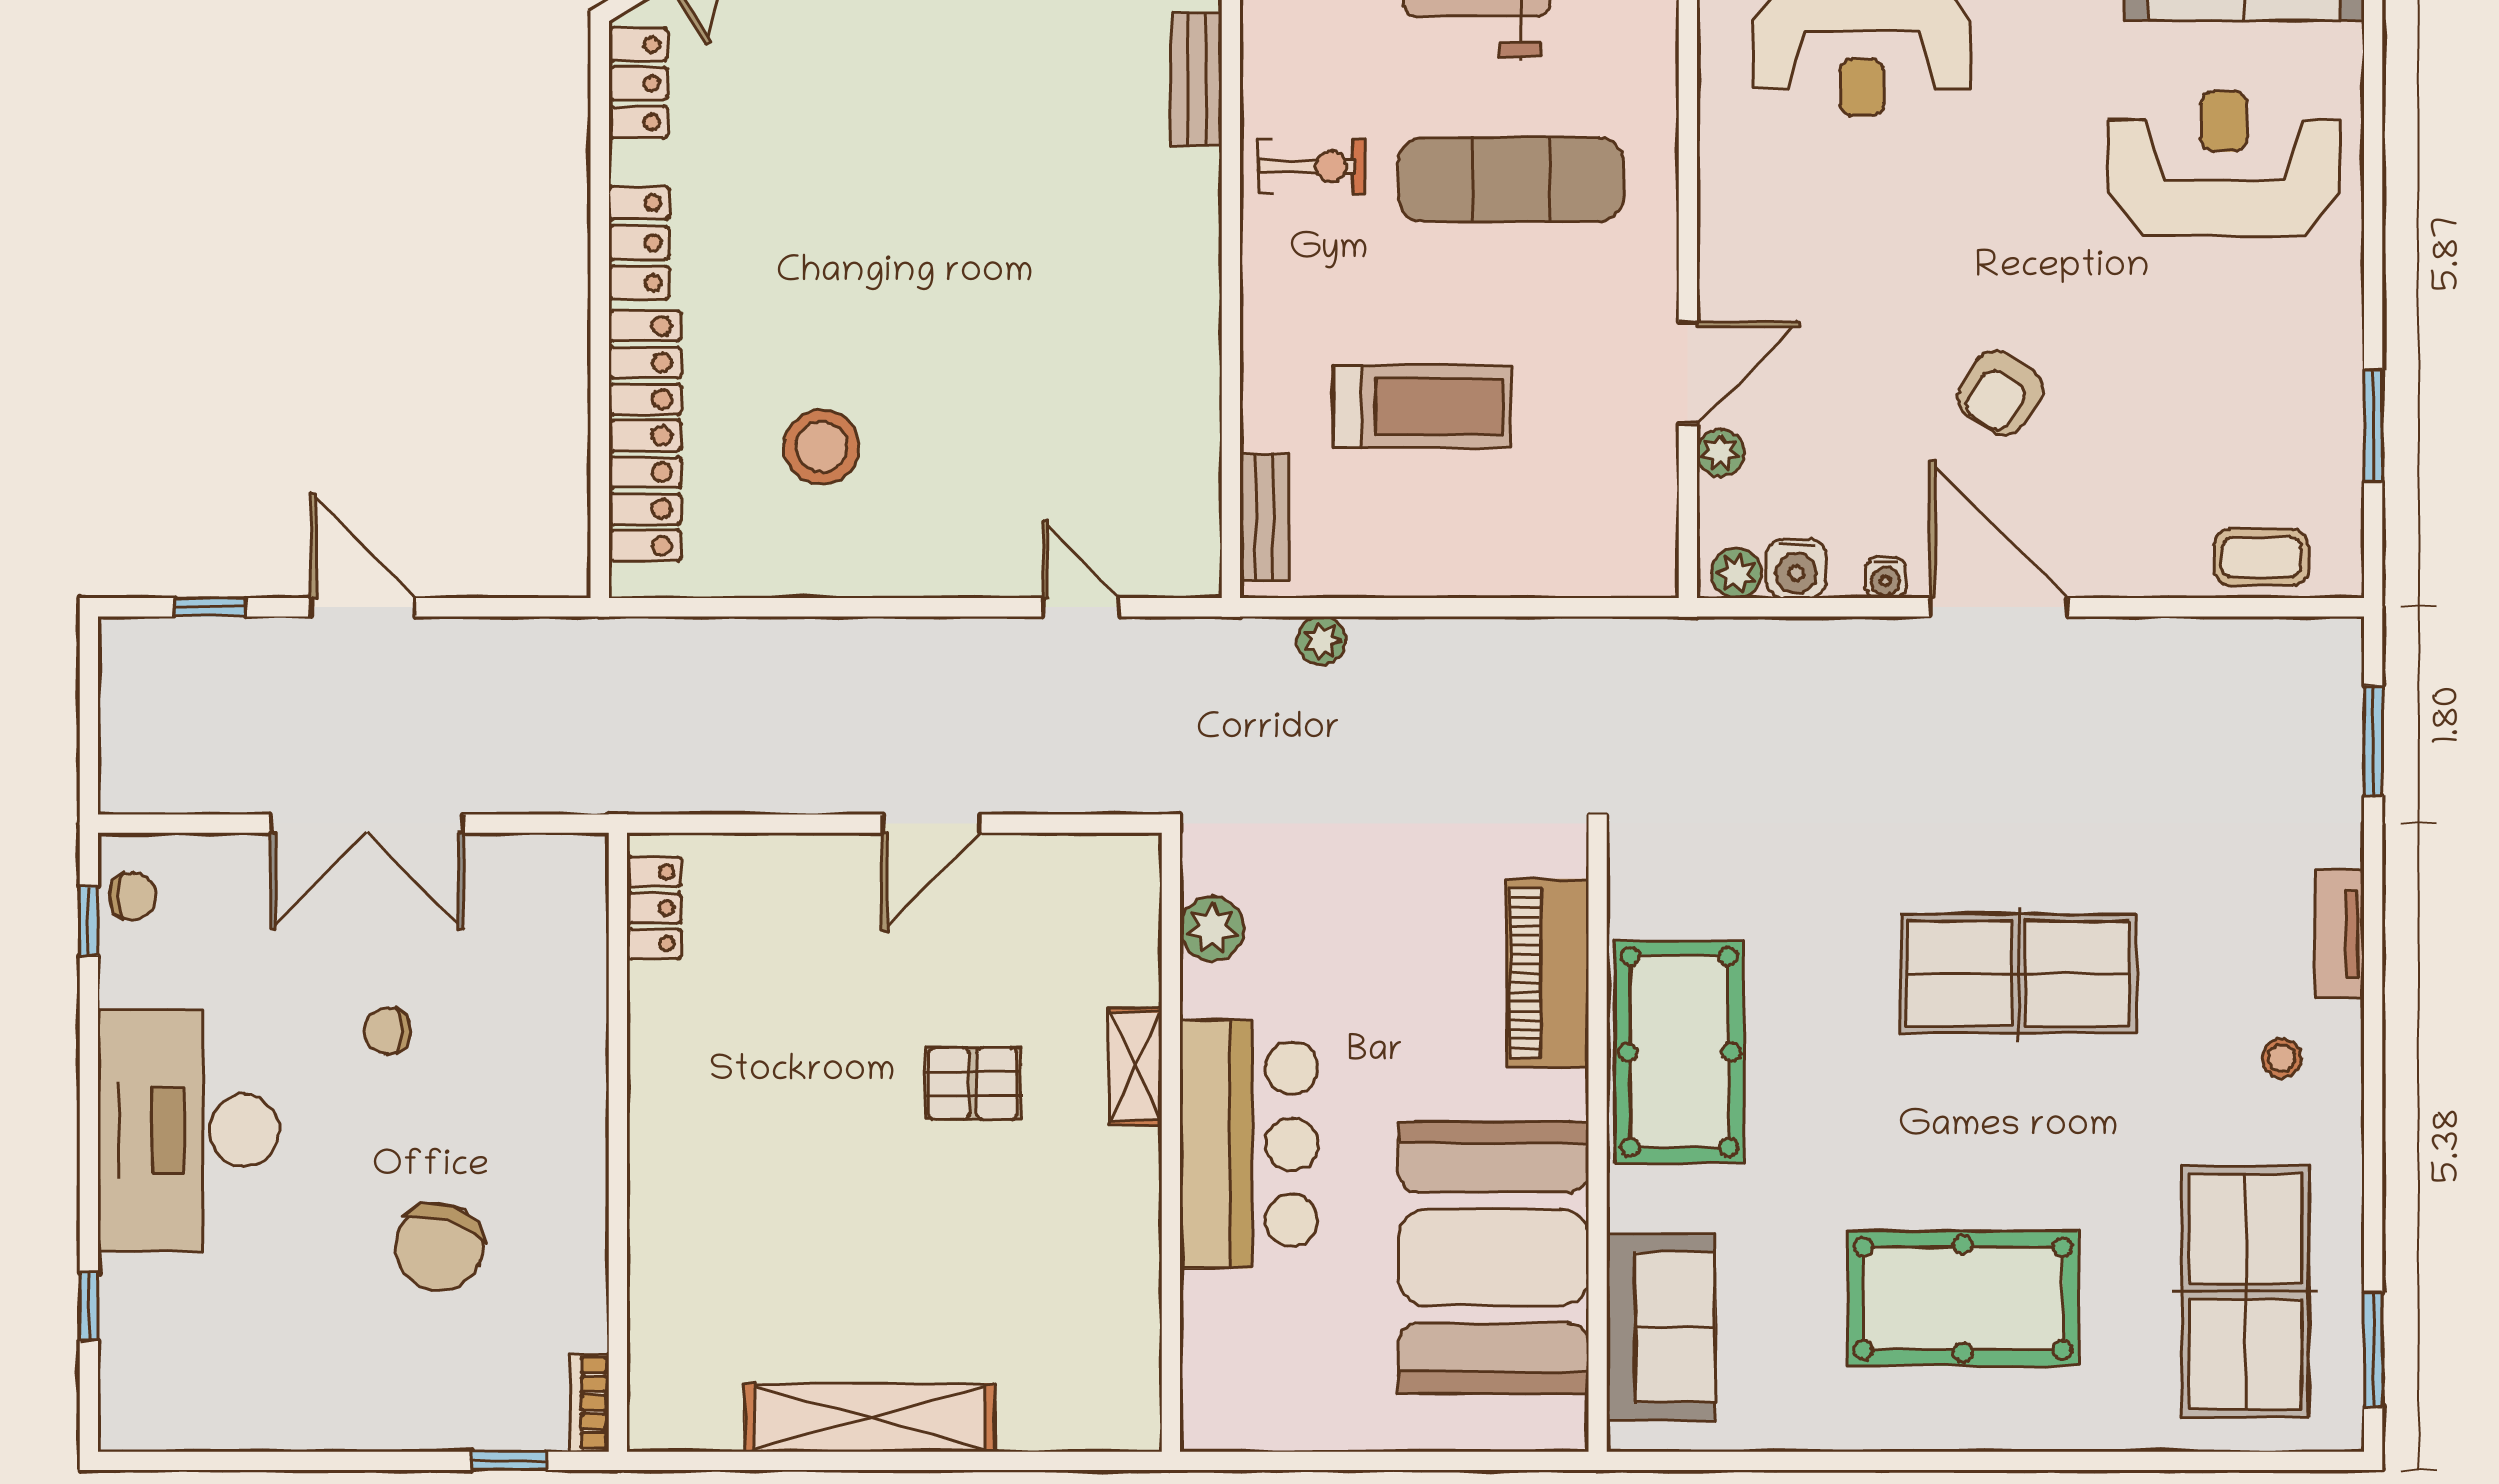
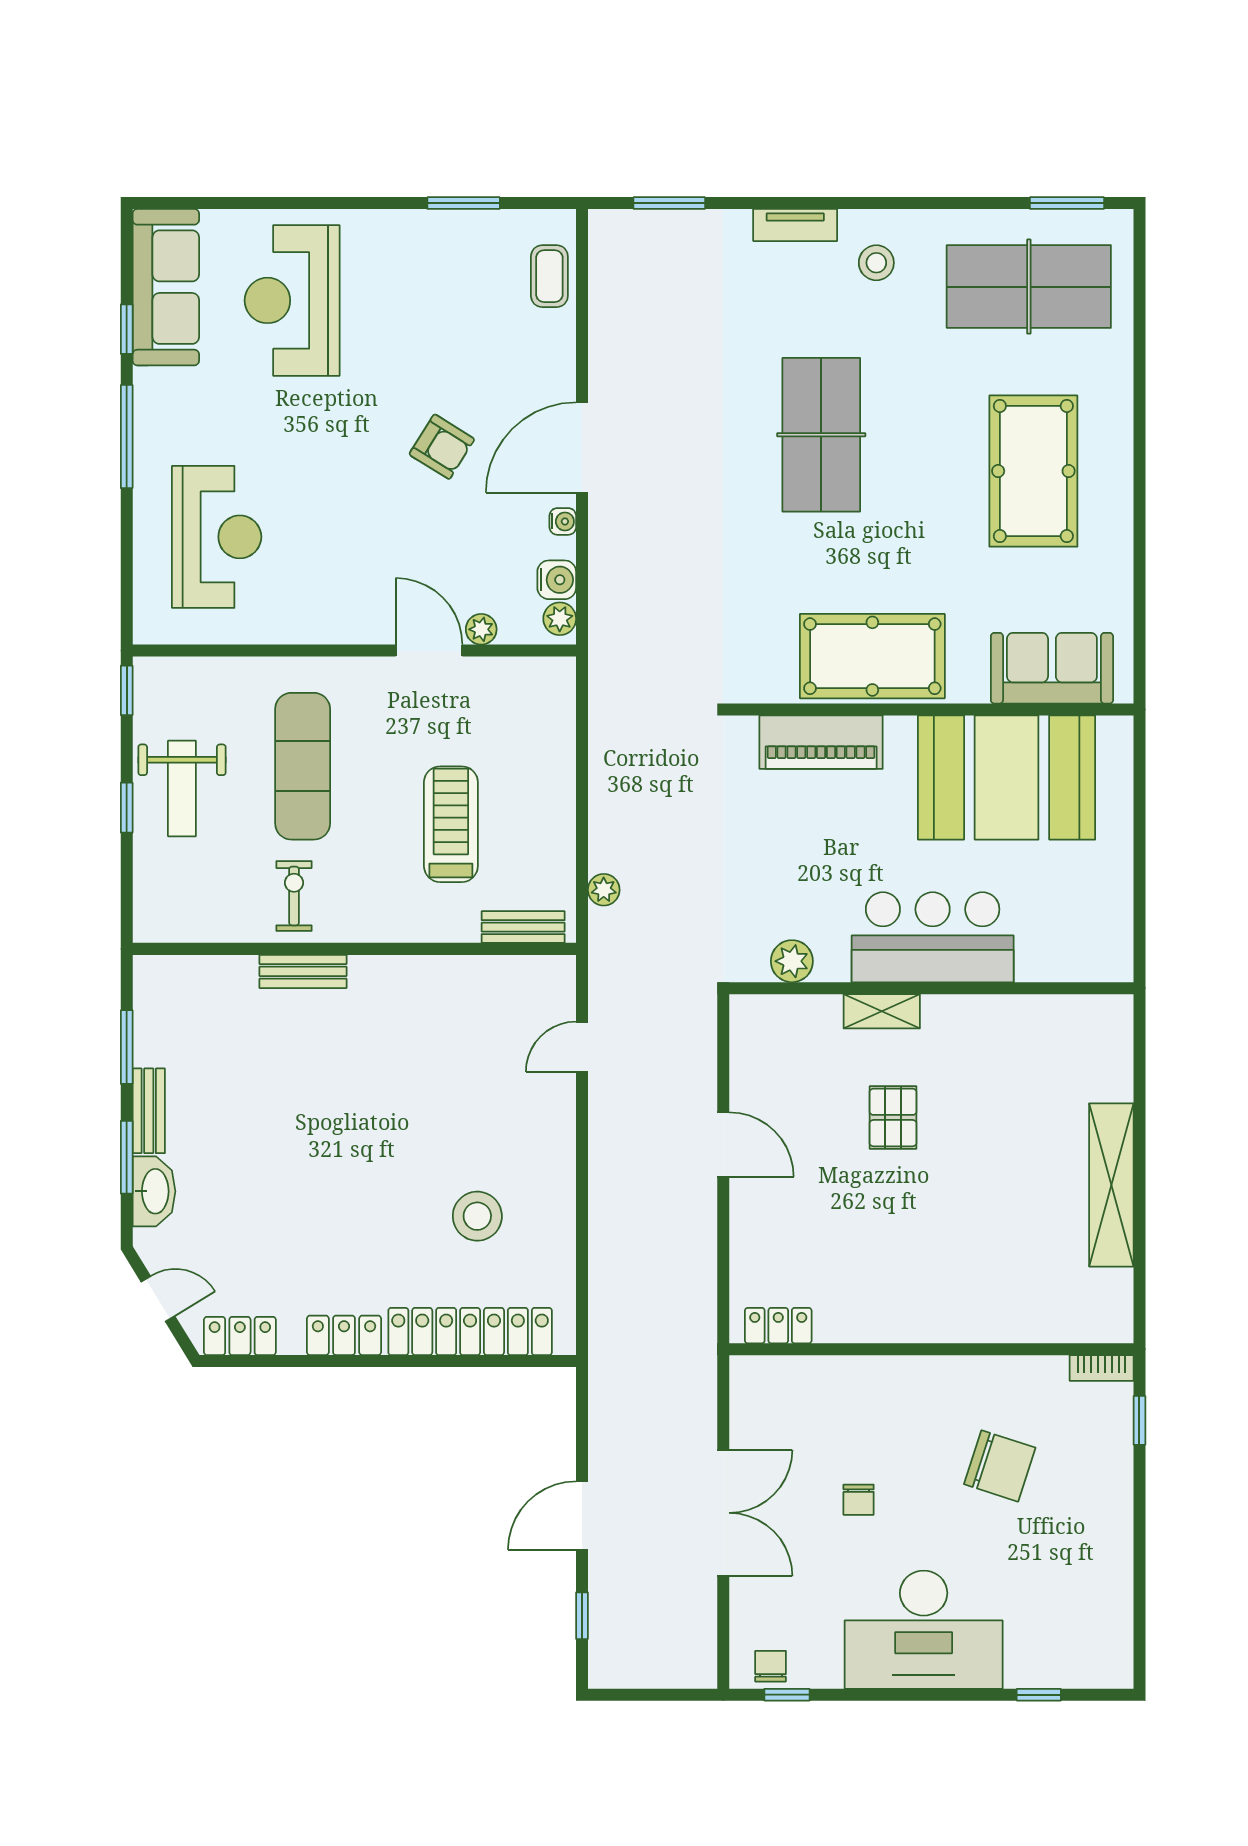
bench: (1197, 79) -> (303, 971), moved
stool: (2282, 1058) -> (876, 263), width x1.37, depth x1.37

